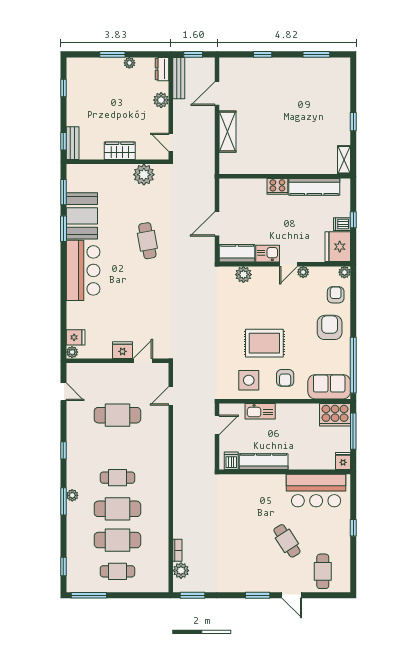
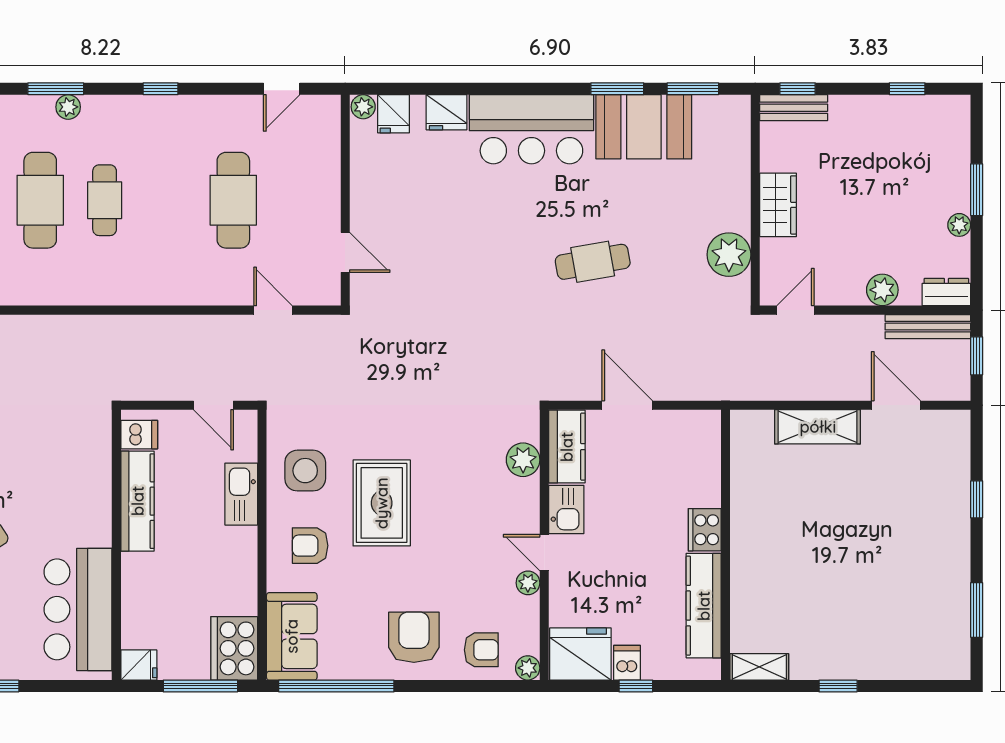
armchair: (330, 327) -> (414, 637), turned -90
fridge: (123, 350) -> (447, 112), moved, turned 90

